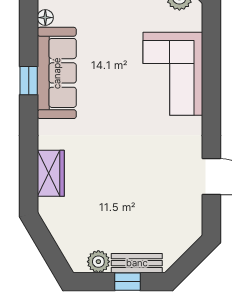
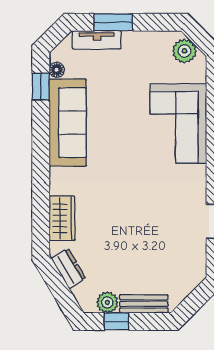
window: (29, 81) -> (41, 87), moved
dresser: (58, 226) -> (68, 268), added
window: (127, 282) -> (117, 321), moved

